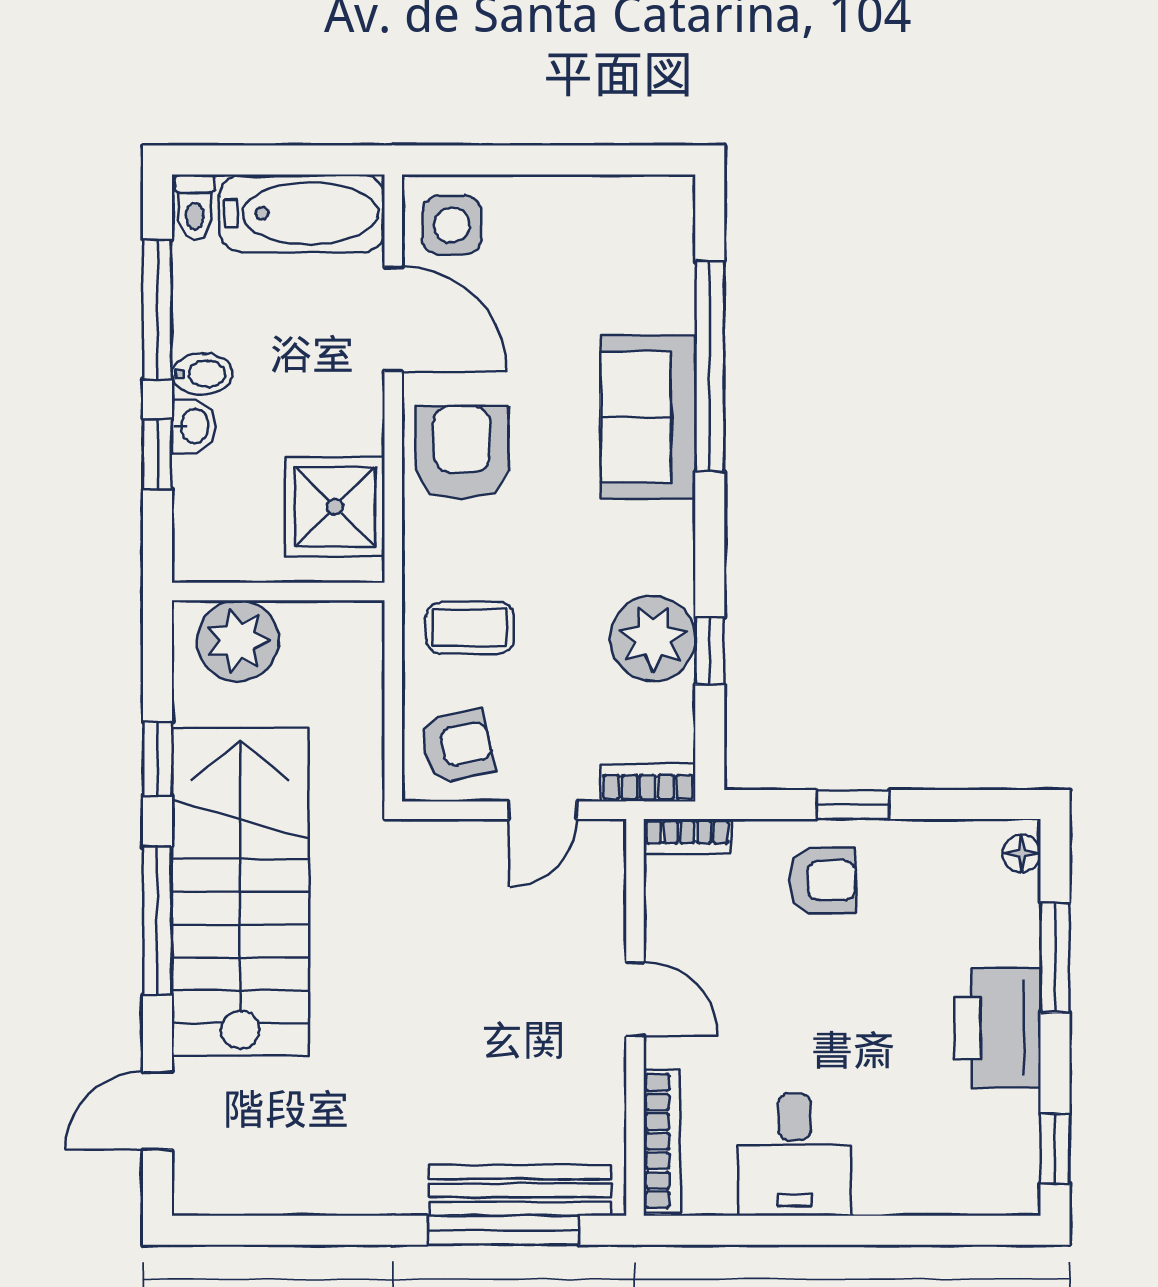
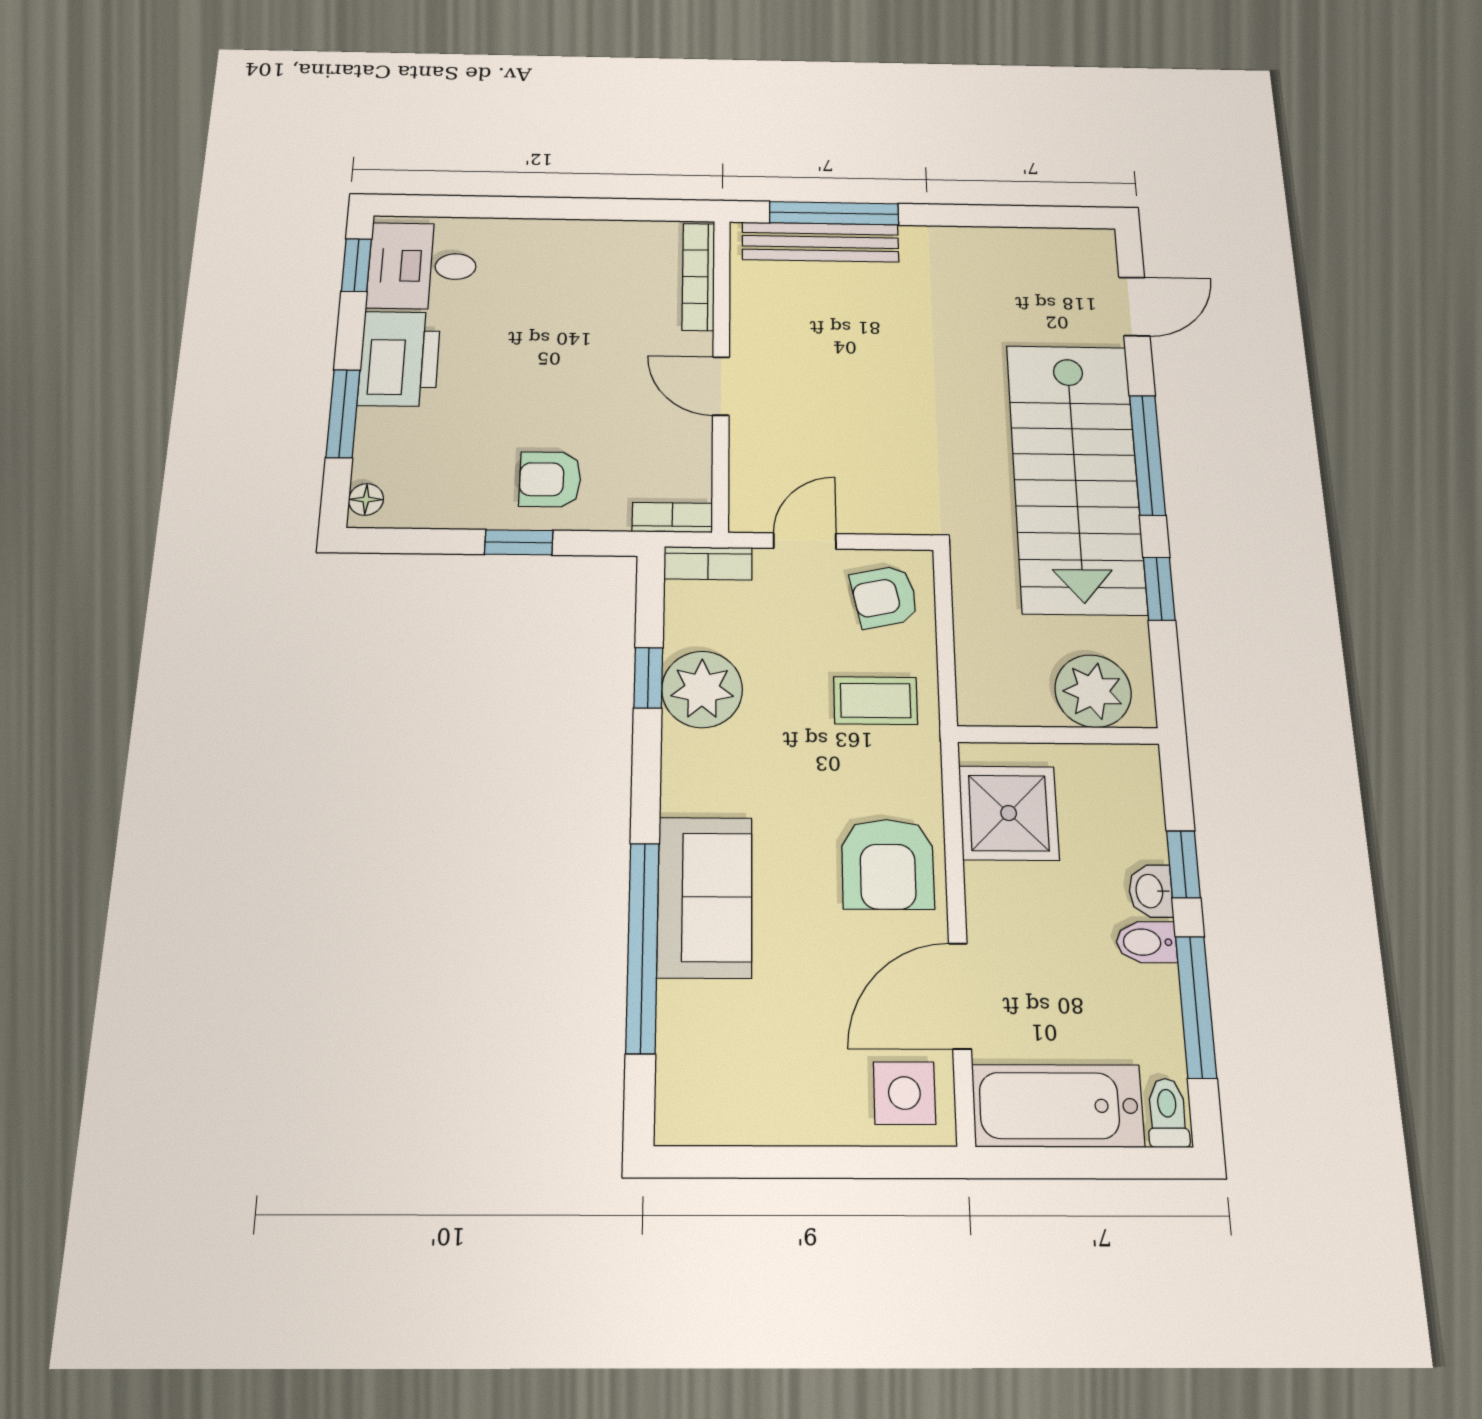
door: (393, 319) -> (960, 996), hinge flipped
desk: (794, 1155) -> (422, 266), moved, turned -90

